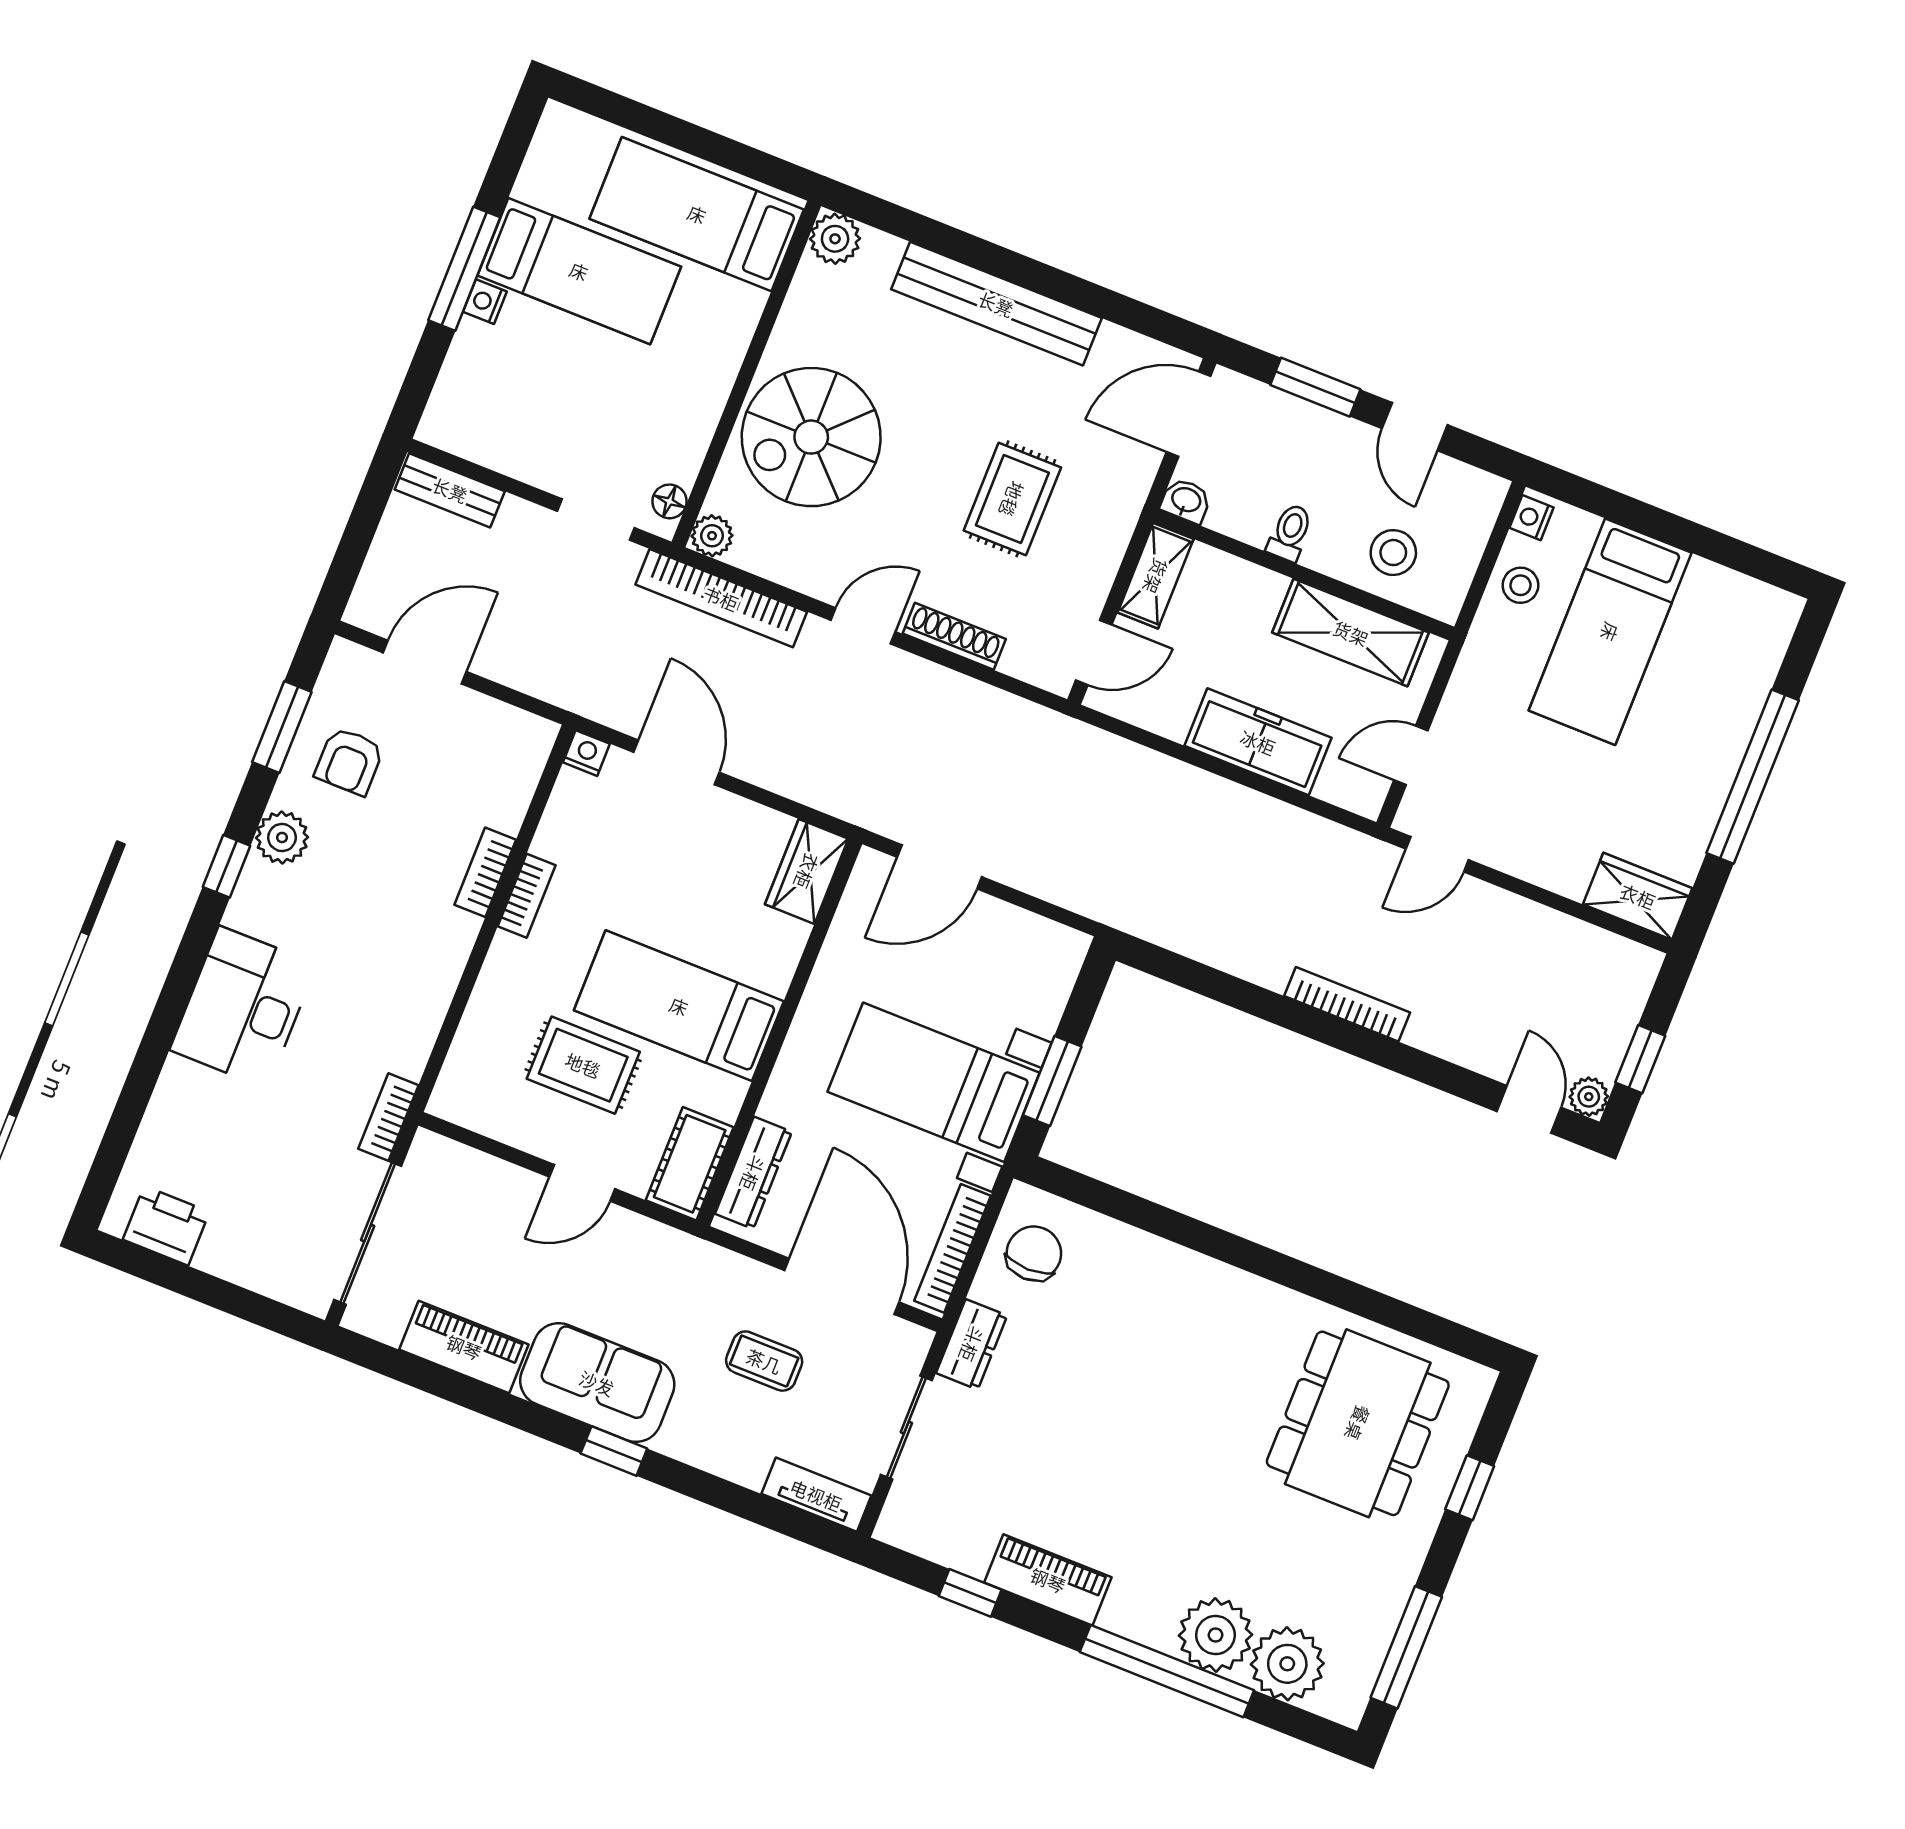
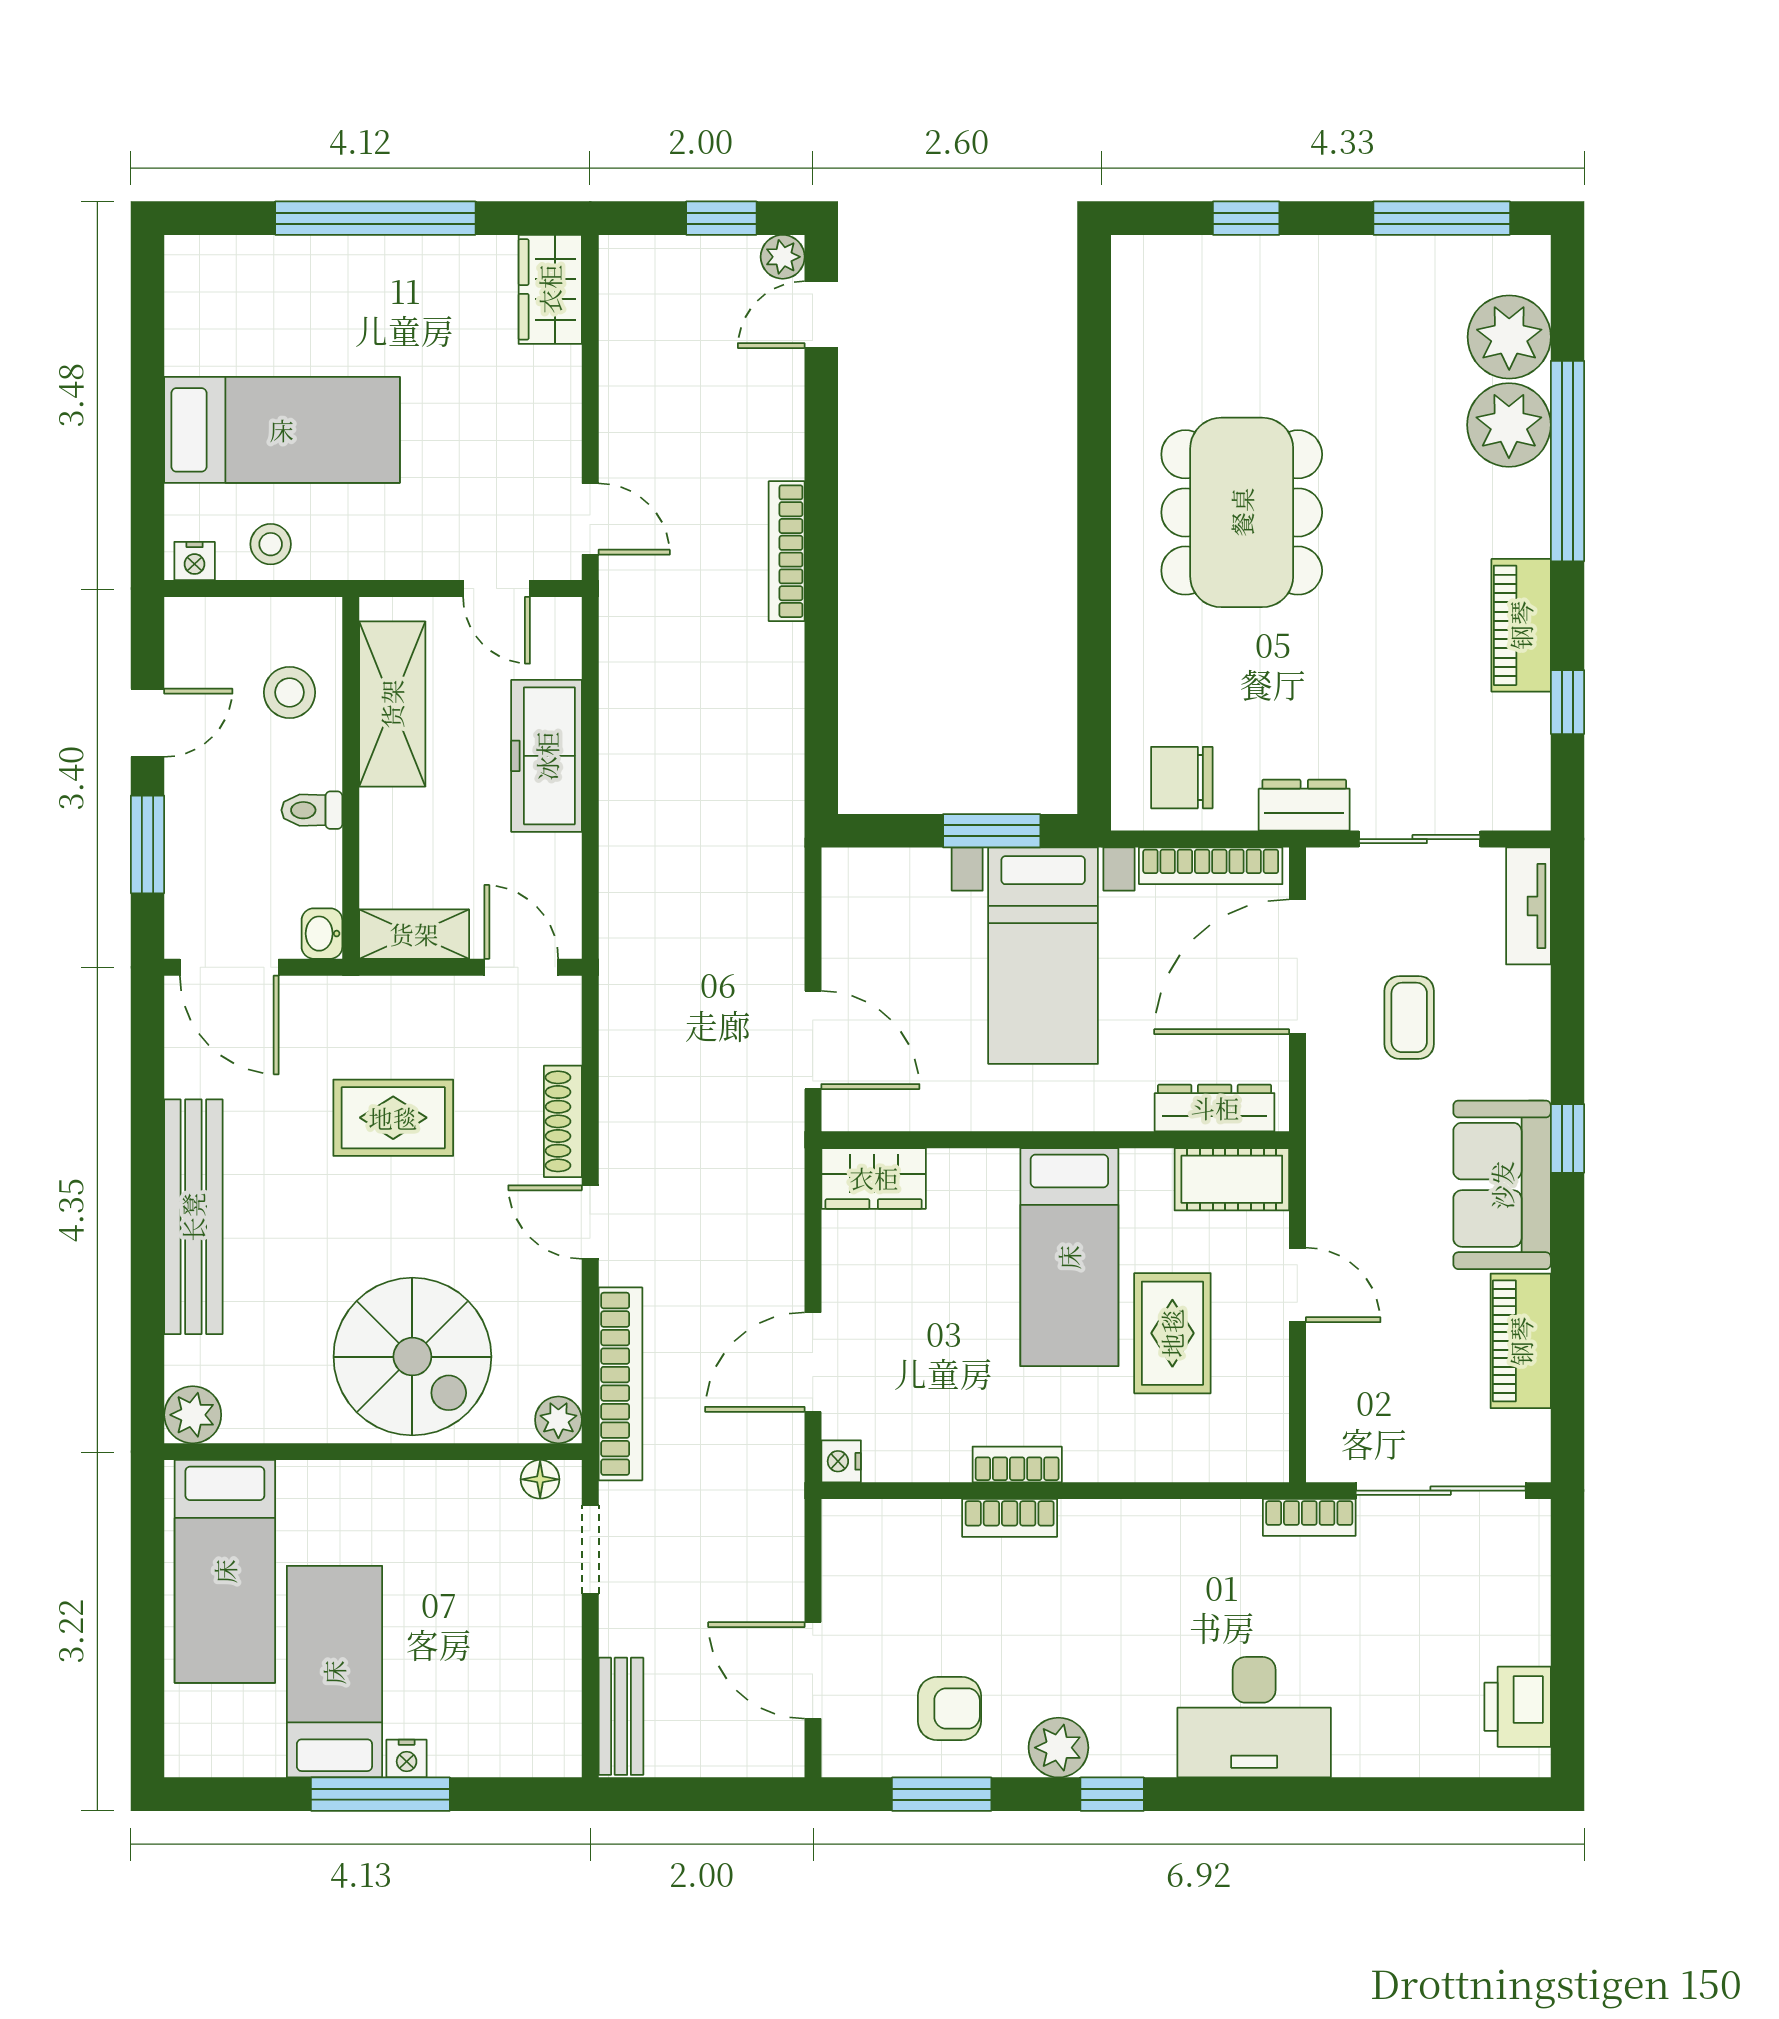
dining table: (1358, 1423) -> (1242, 512), moved, turned 90

